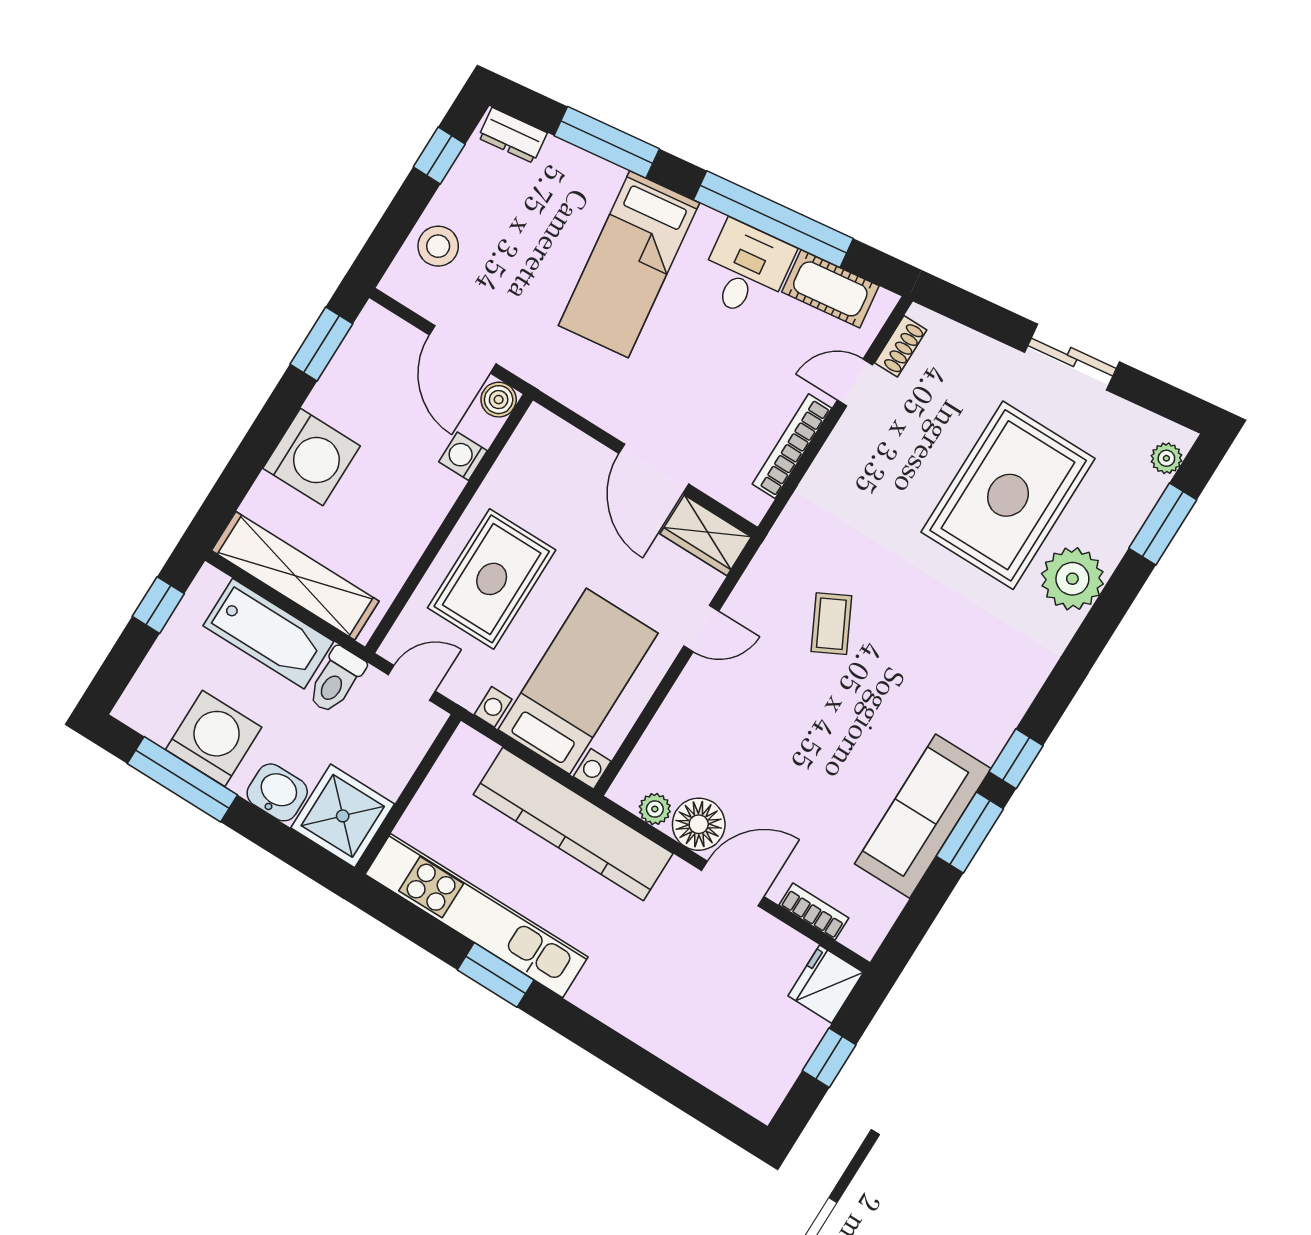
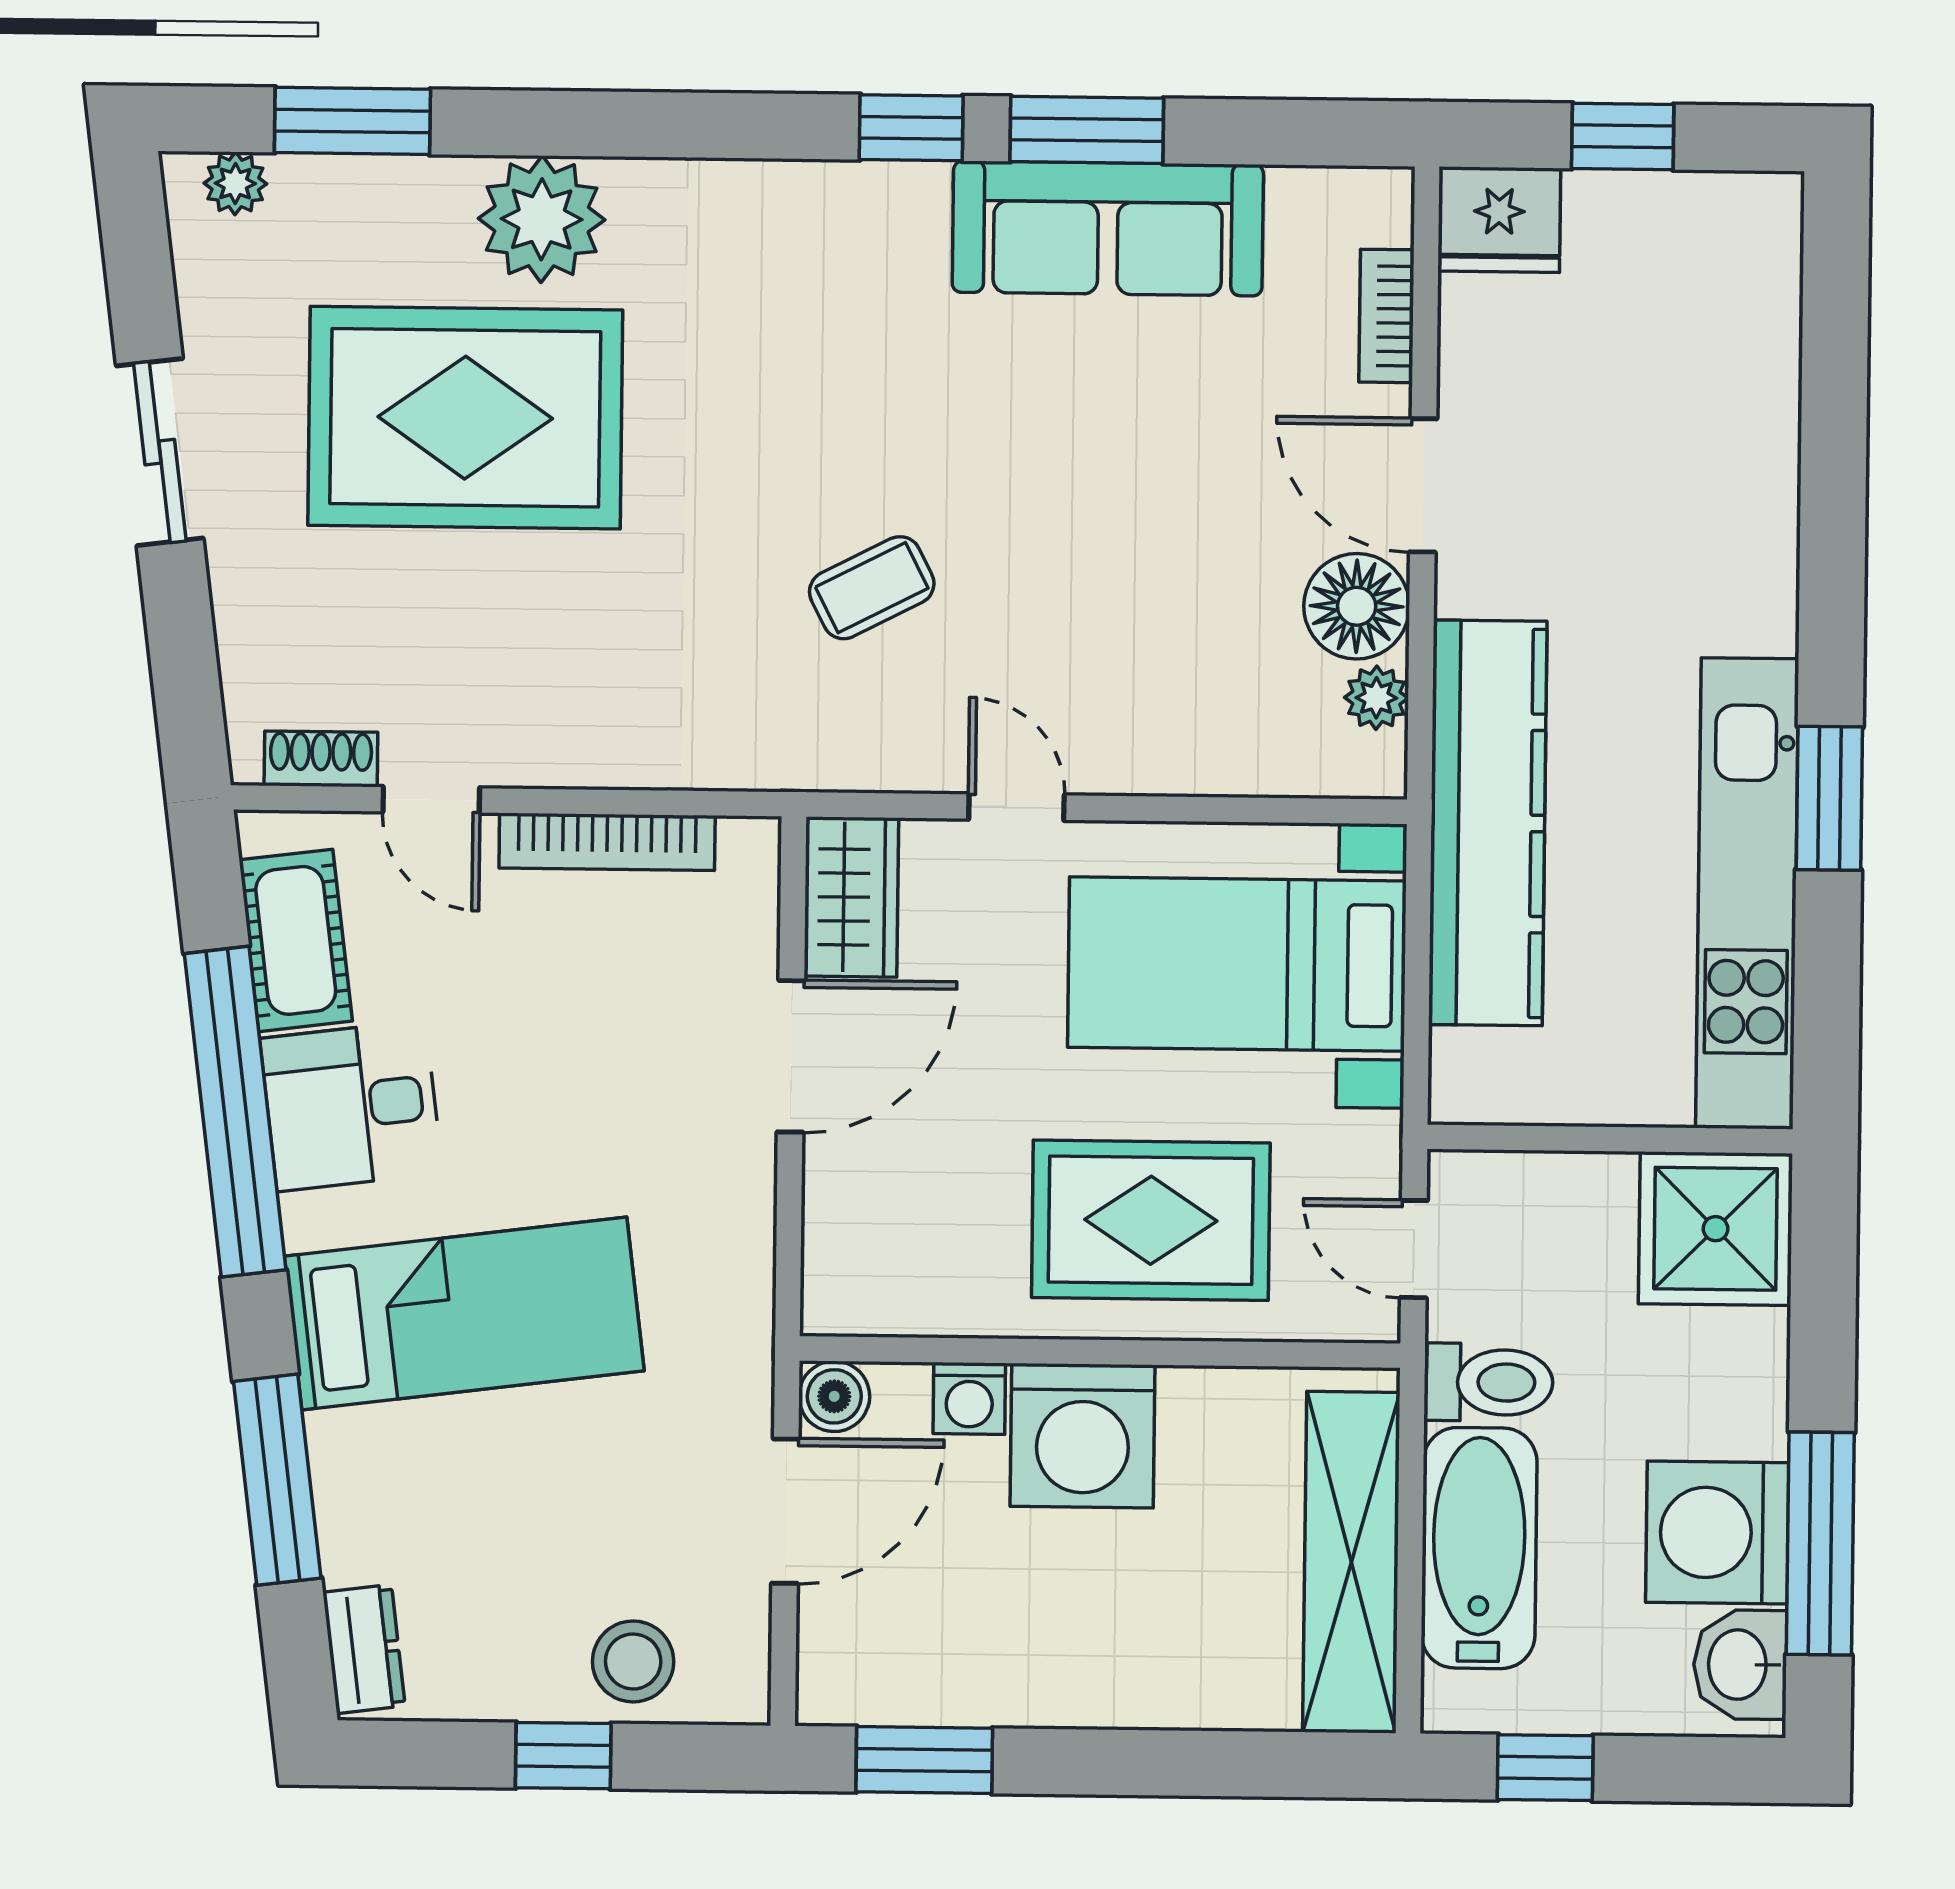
window: (439, 156) -> (563, 1756), moved
washing machine: (312, 457) -> (1083, 1436), moved, turned 180
washbasin: (277, 792) -> (1740, 1665), moved

